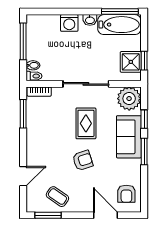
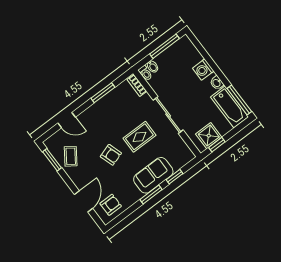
plant: (129, 99) -> (181, 154), removed
window: (23, 114) -> (103, 93), moved
armchair: (126, 194) -> (111, 205), turned 180

